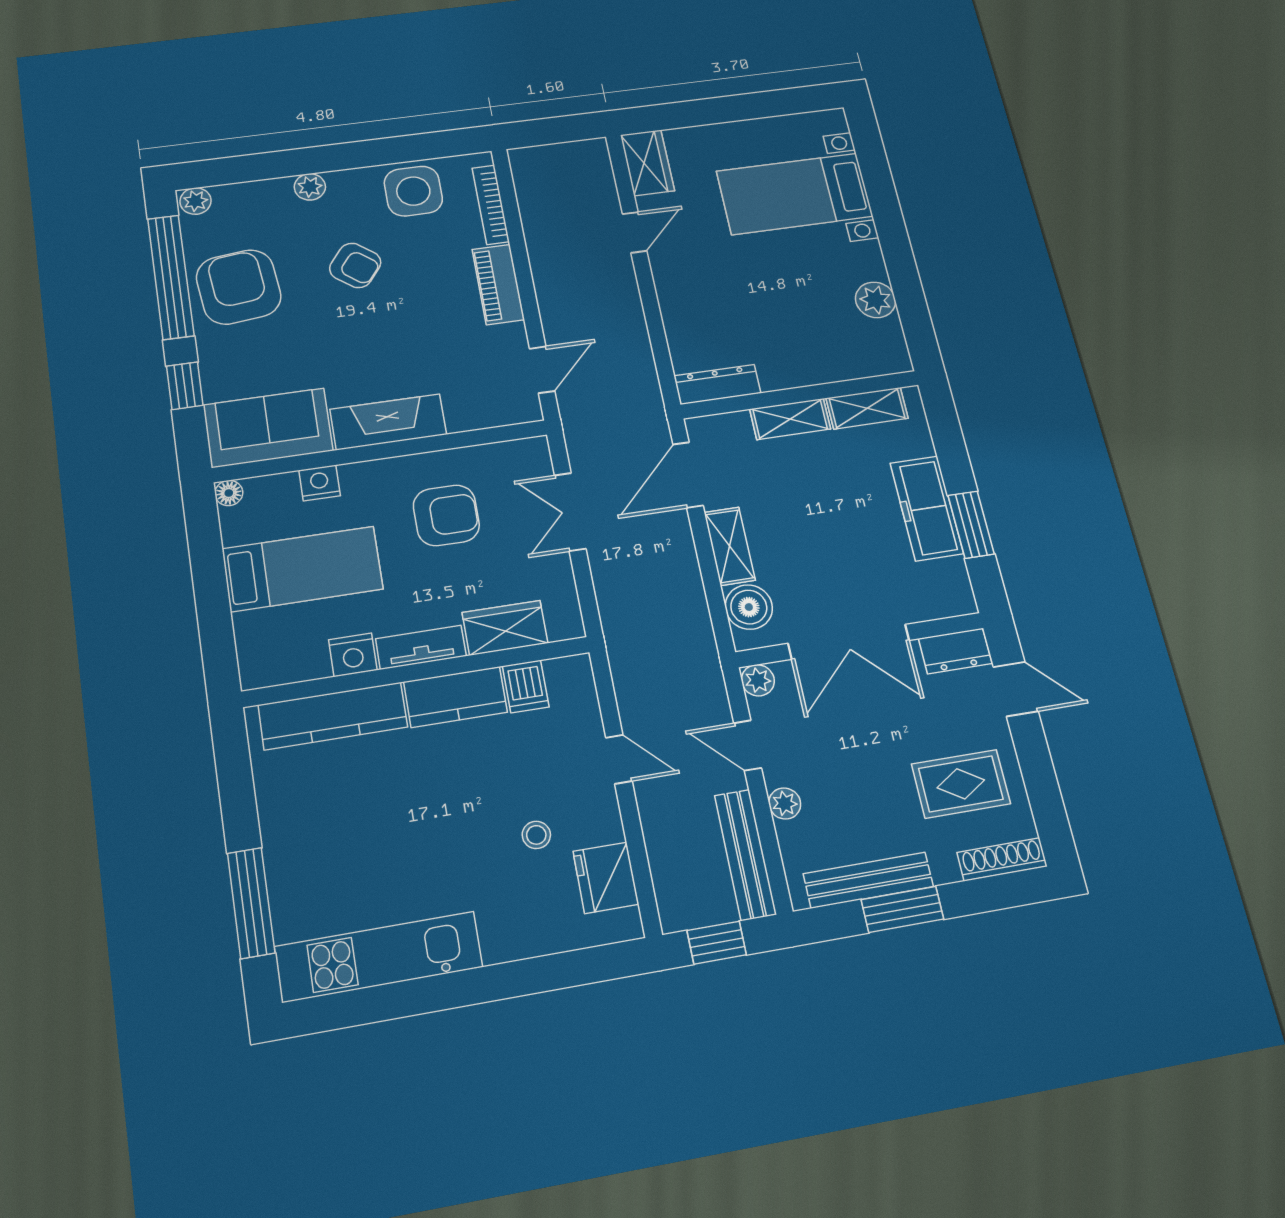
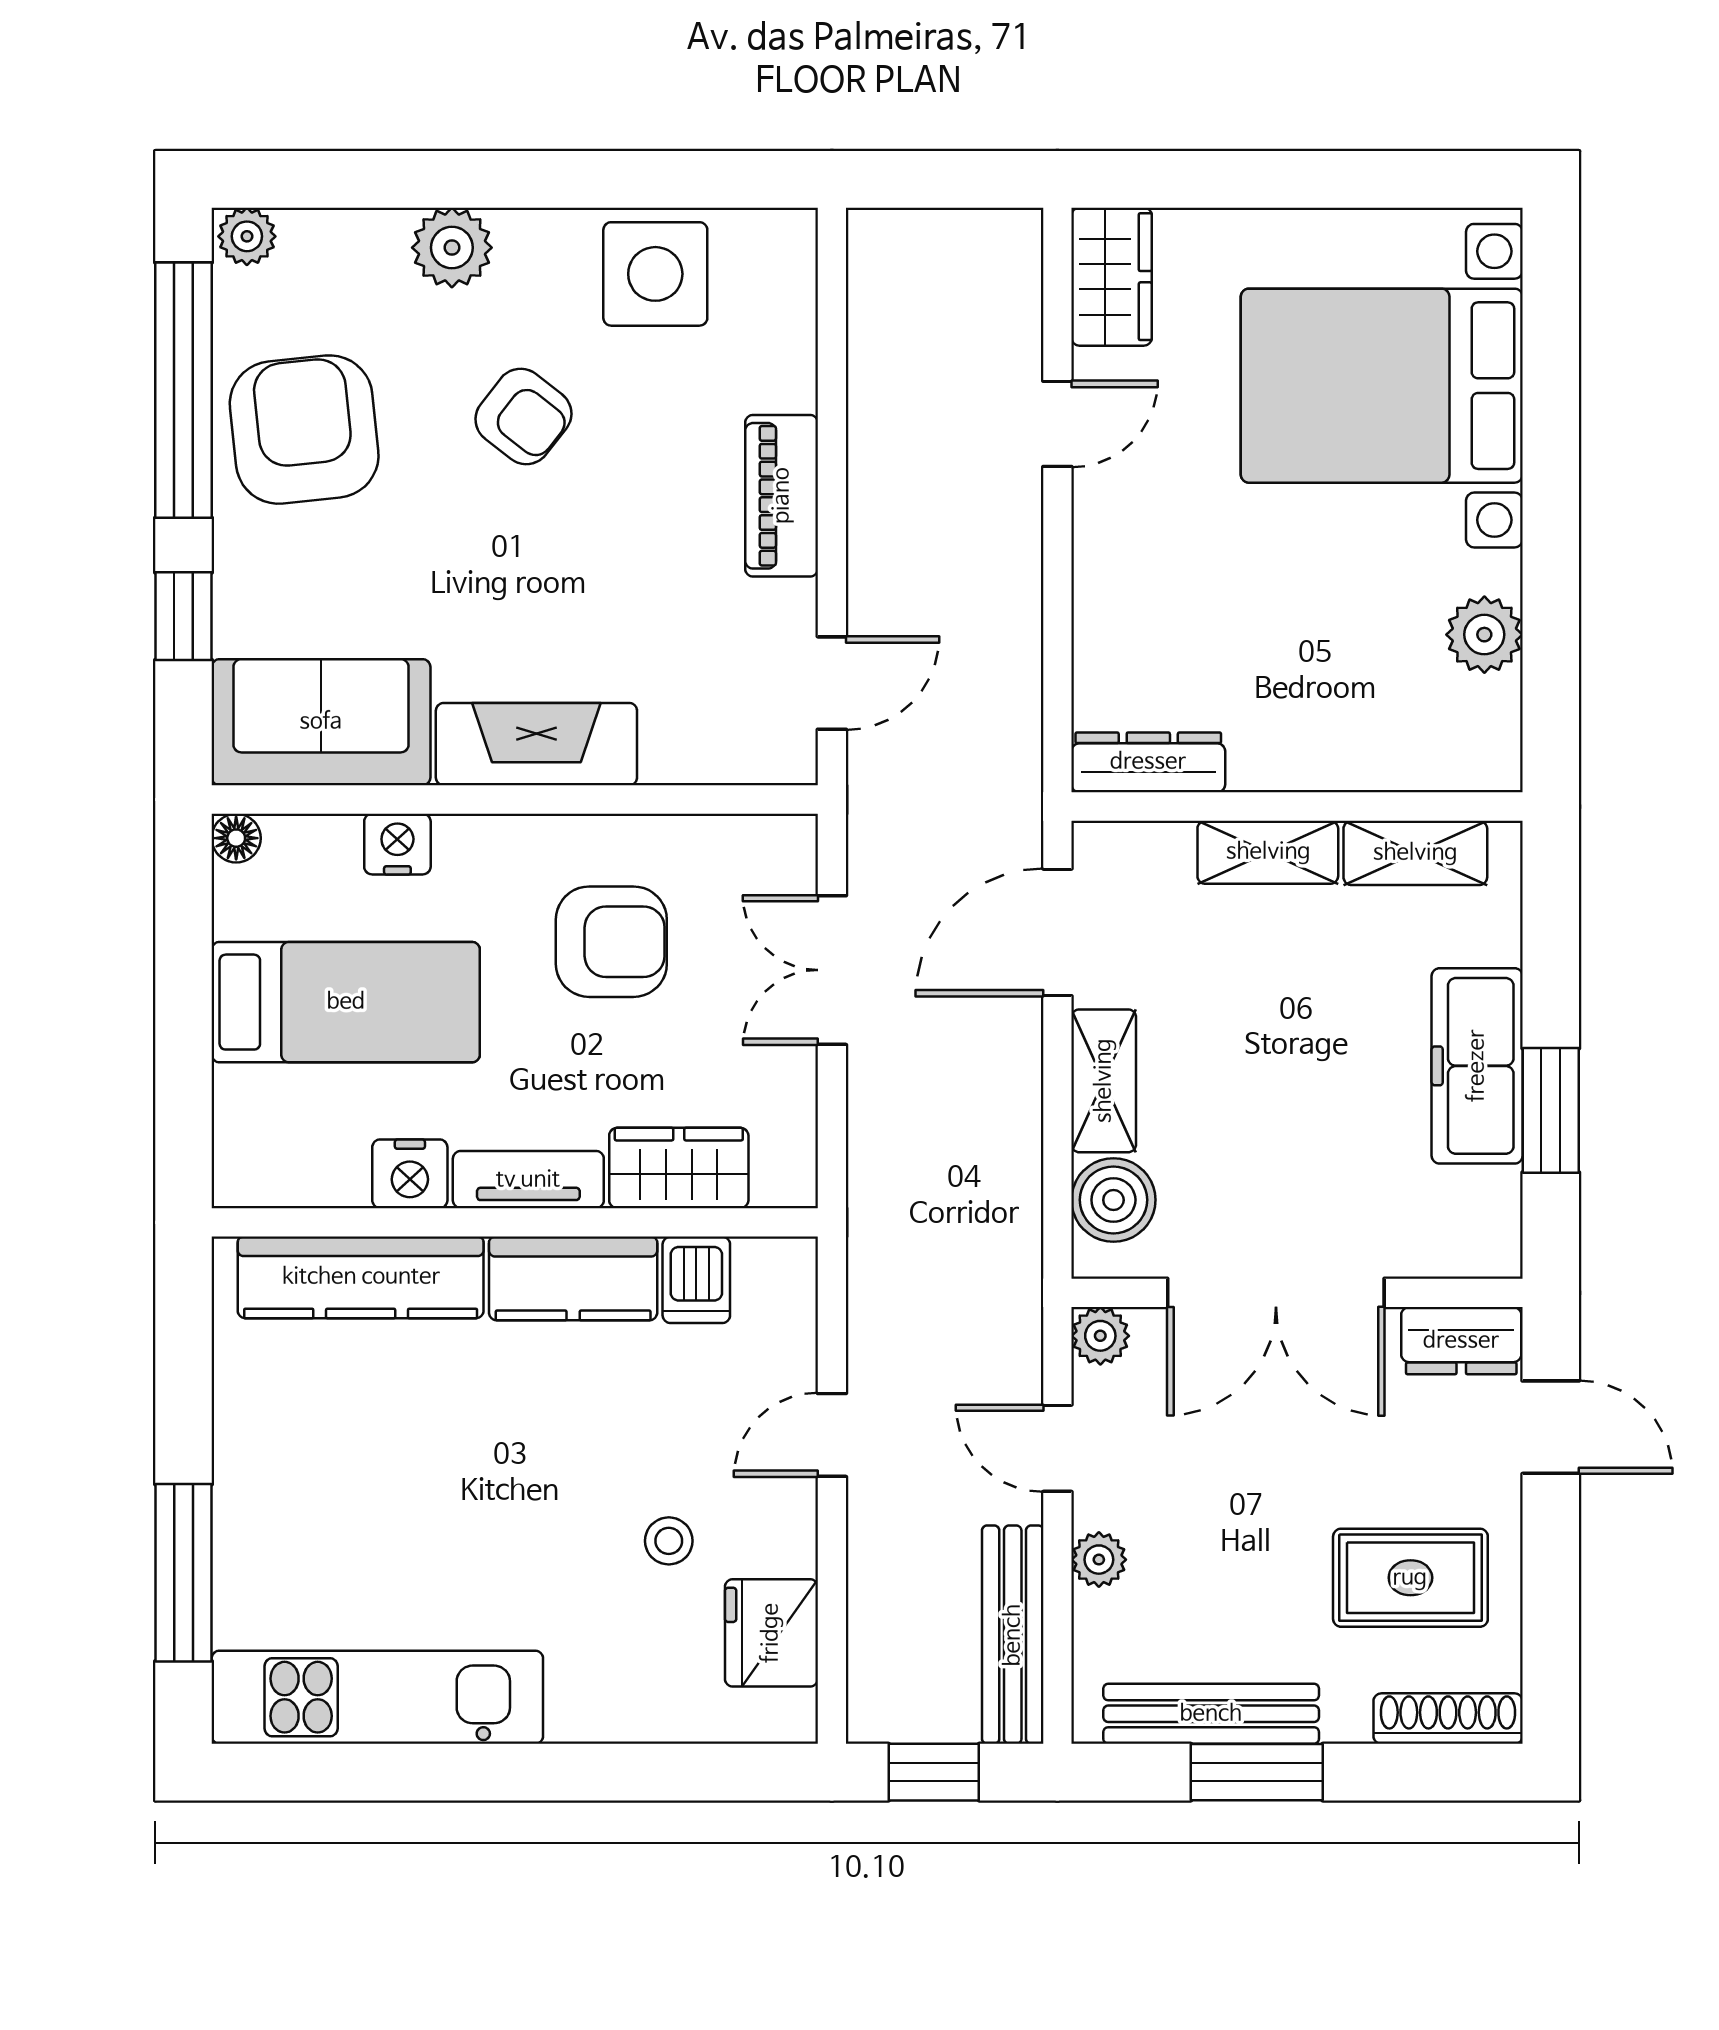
plant: (310, 187) -> (452, 248), width x1.38, depth x1.38
bed with nightstands: (795, 194) -> (1382, 386), width x1.36
bookcase: (491, 205) -> (796, 324), removed
door: (619, 759) -> (832, 1435), swing flipped

